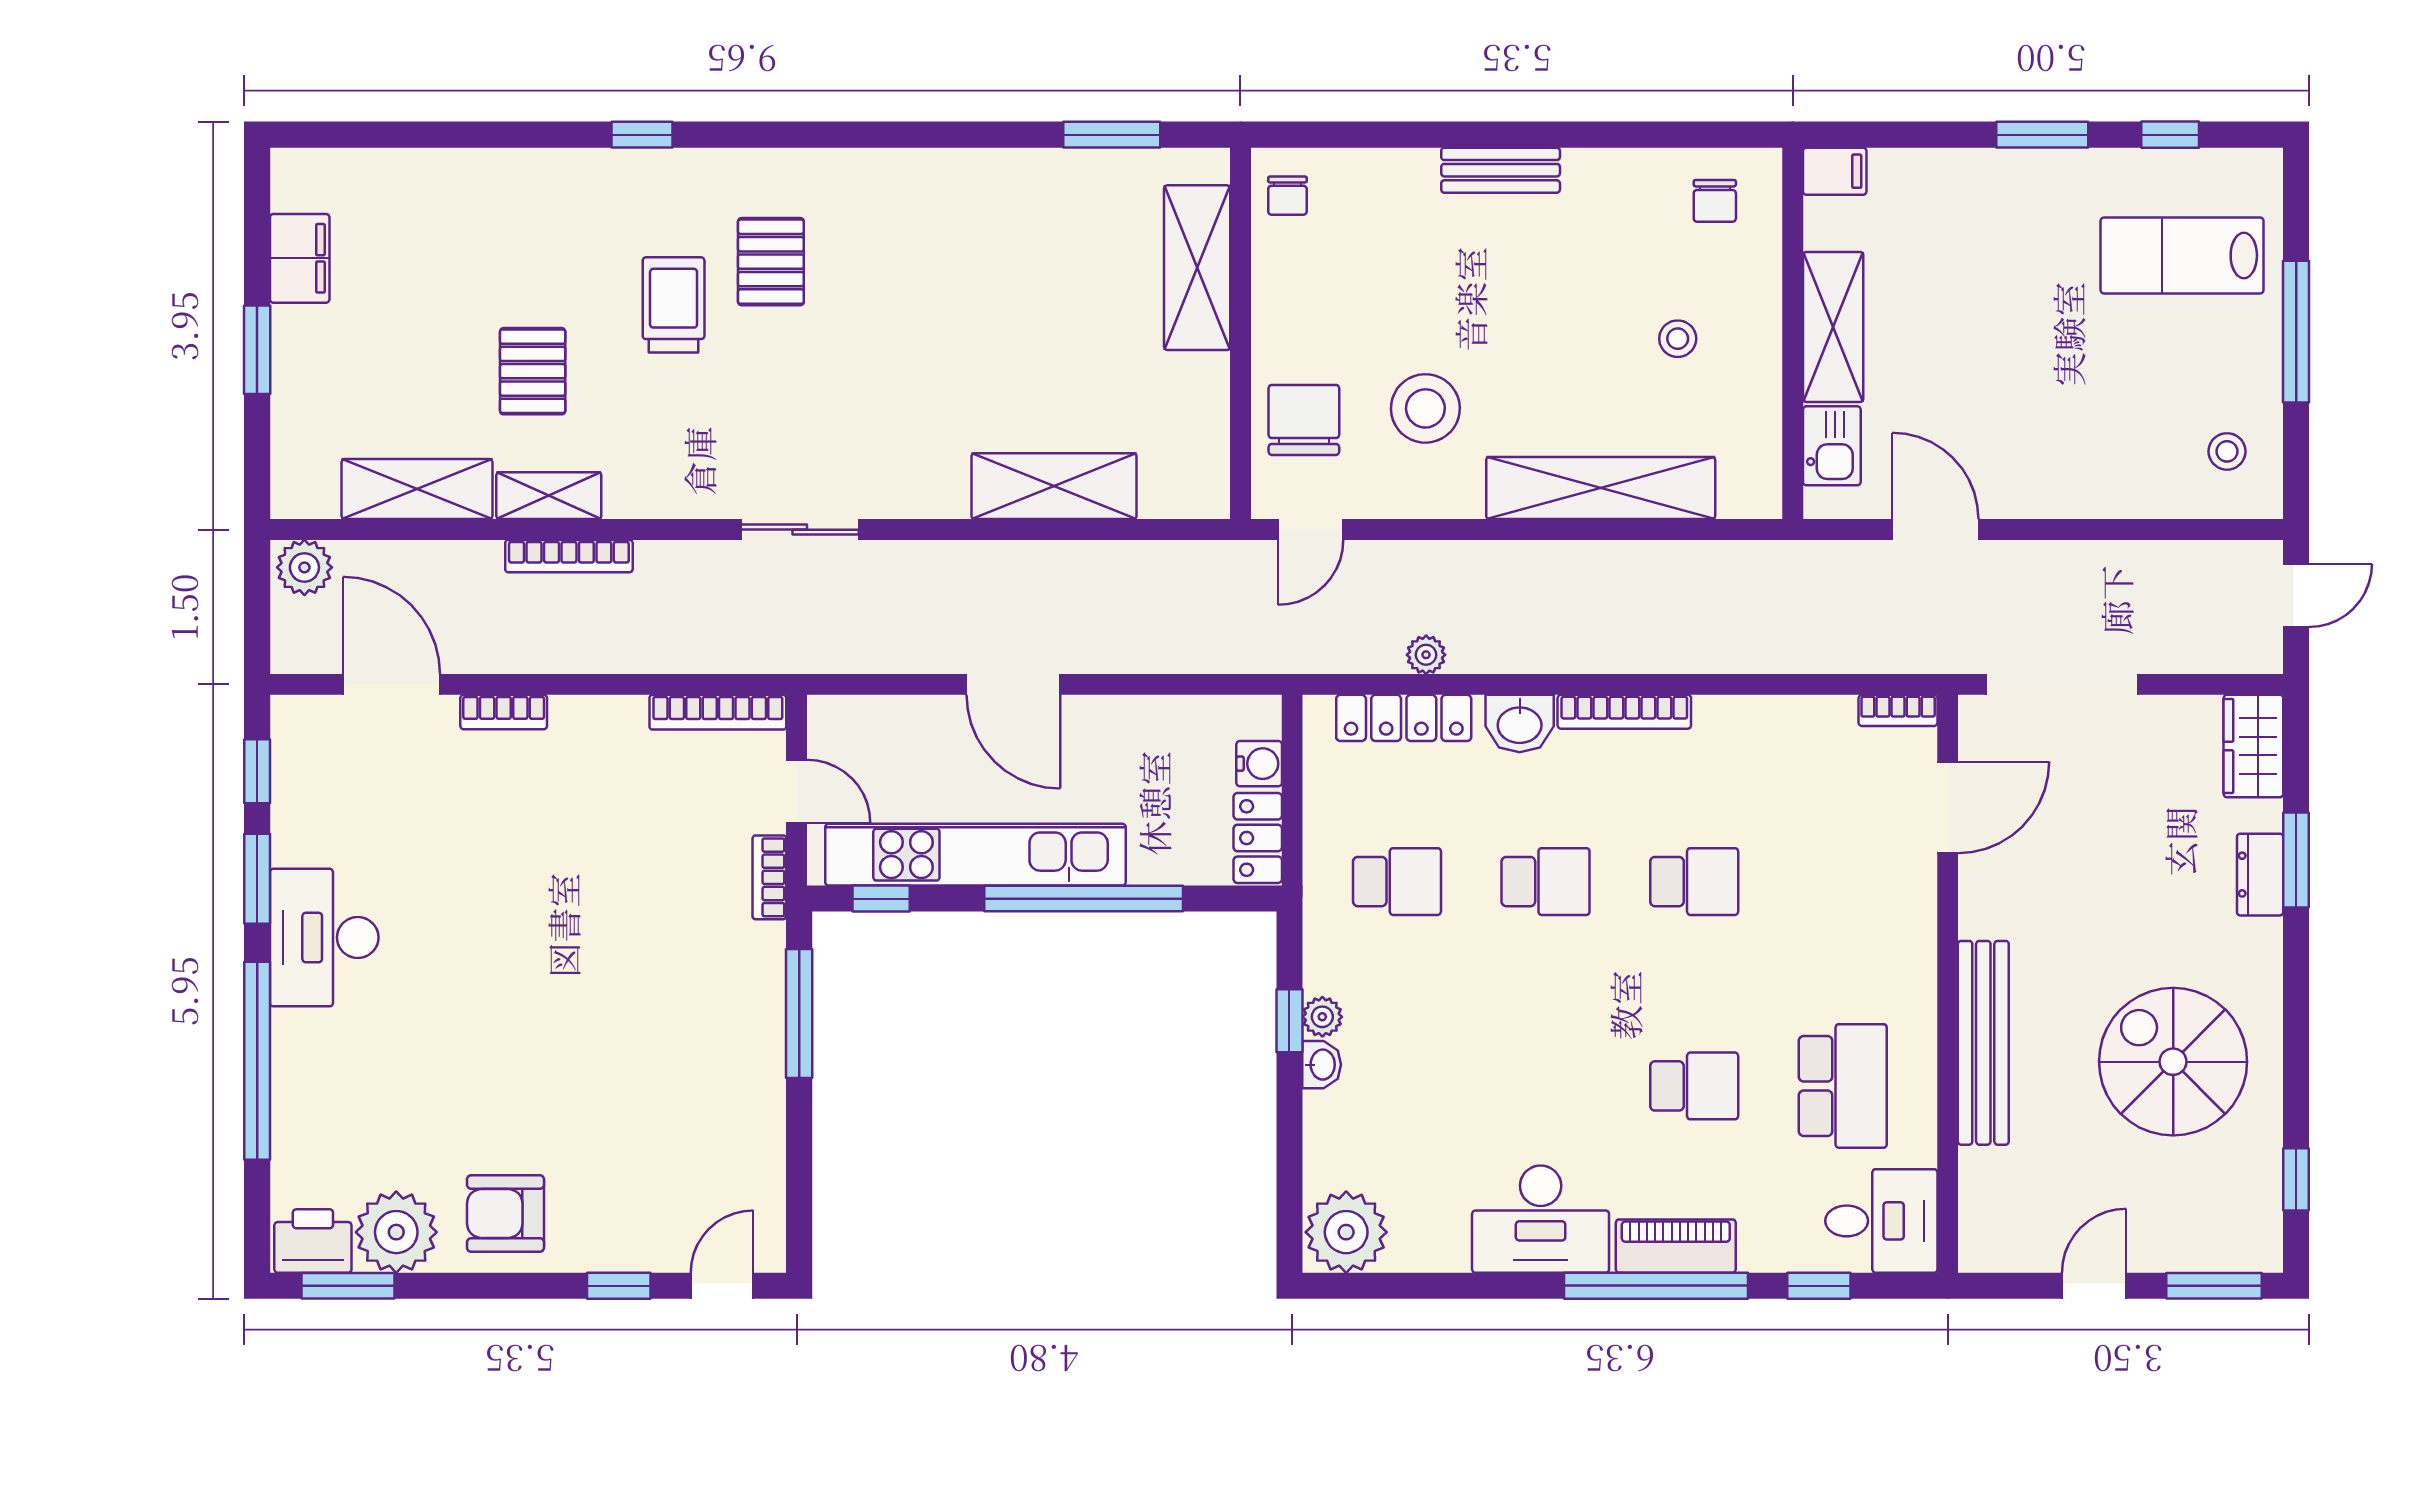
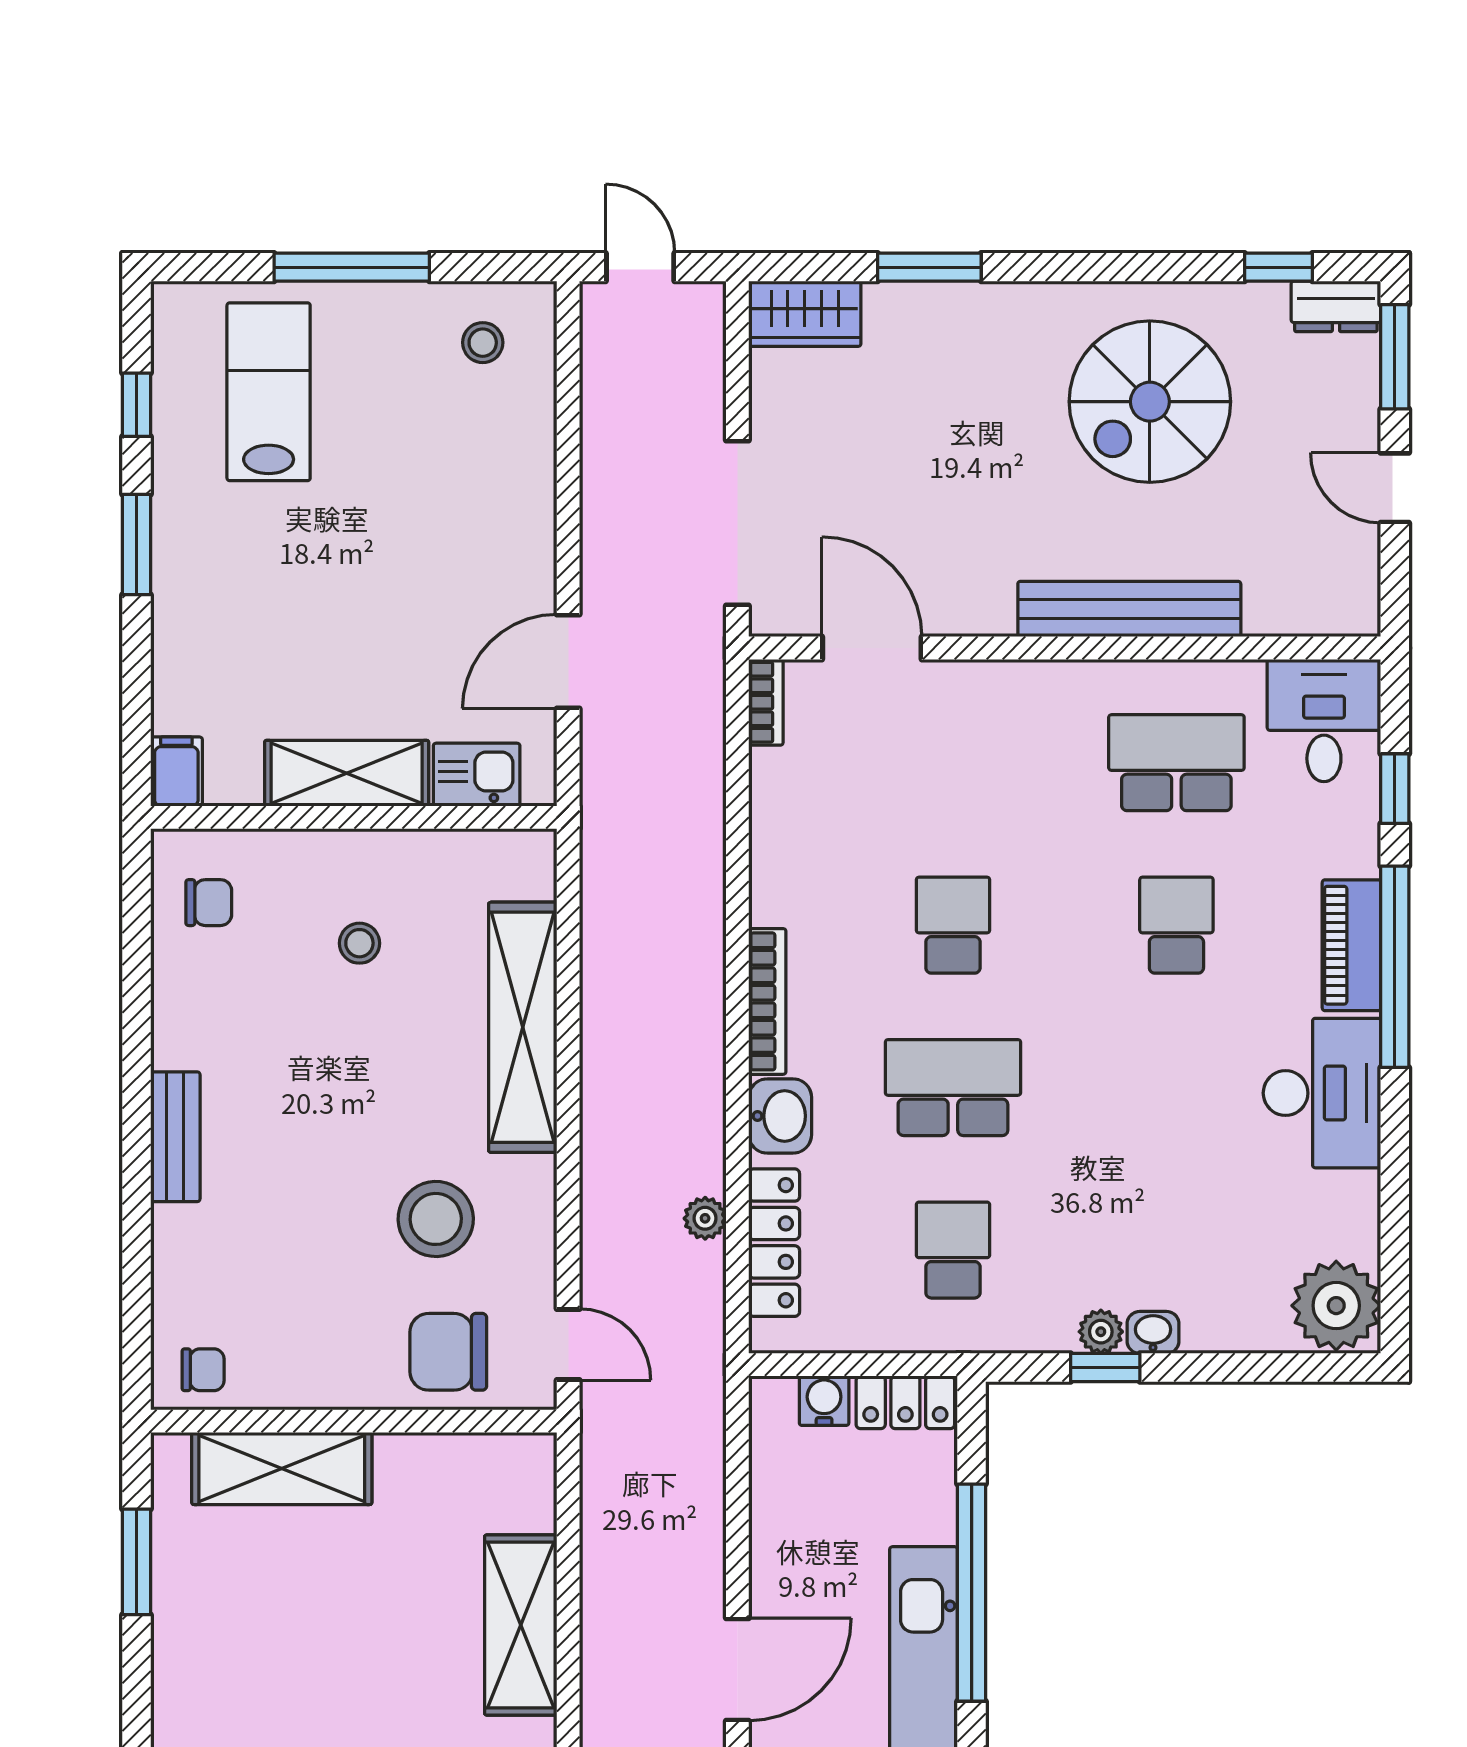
lab bench: (2182, 255) -> (269, 392), turned 180
dresser: (2260, 875) -> (1336, 306), moved
school desk: (1546, 882) -> (953, 1088), width x1.85

